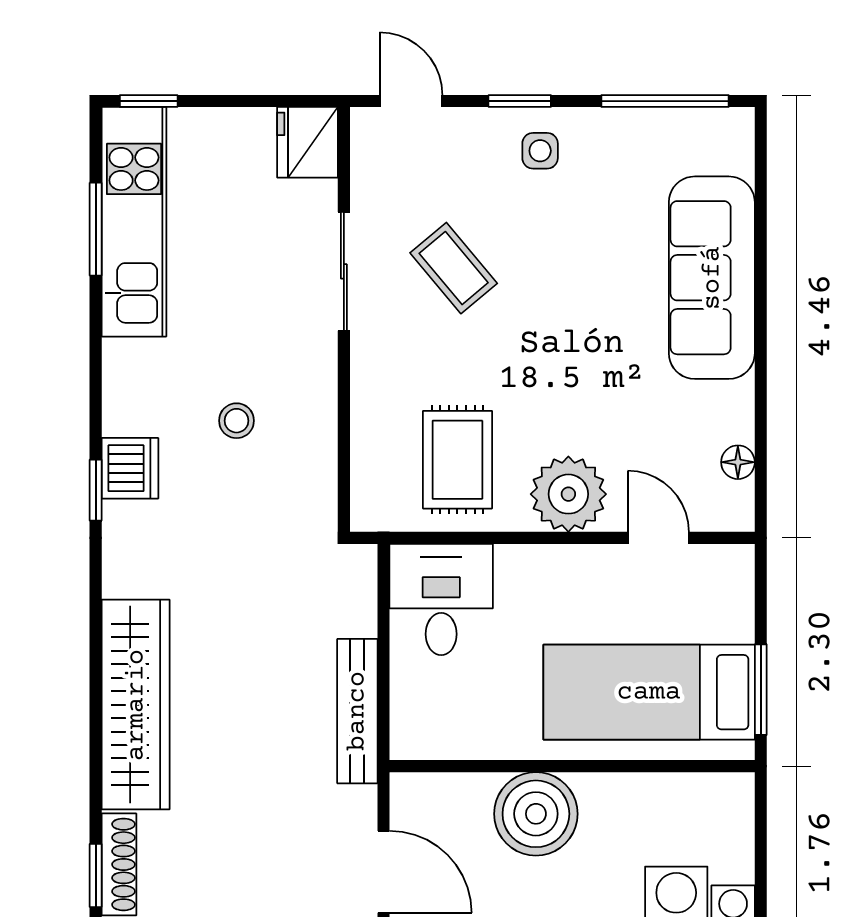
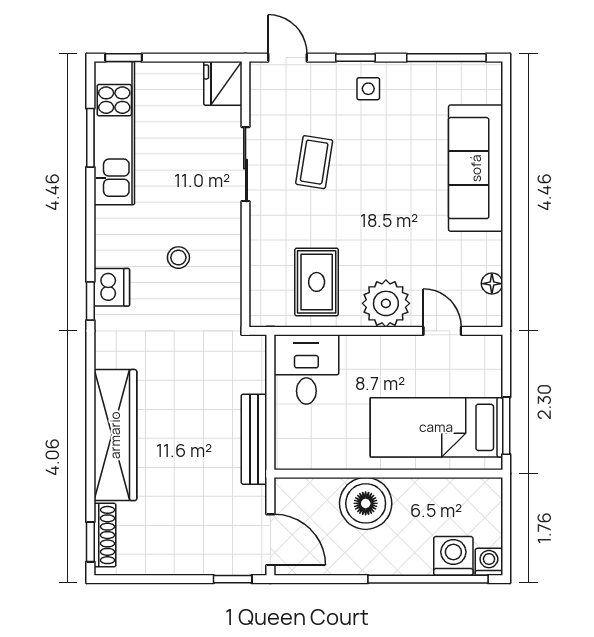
coffee table: (454, 268) -> (314, 162), turned 49

